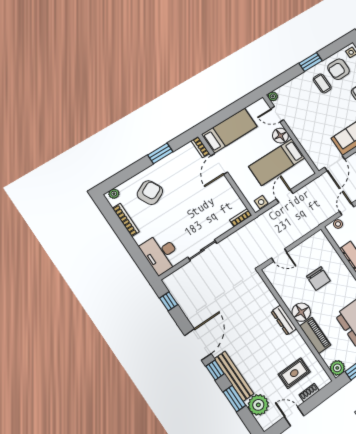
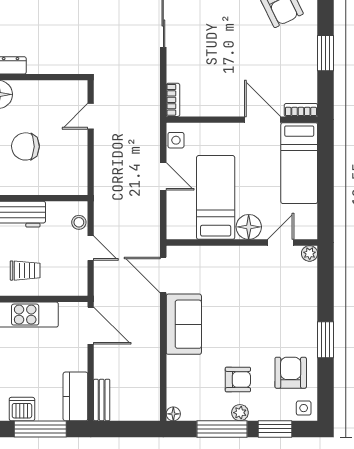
coffee table: (322, 83) -> (285, 335), removed

